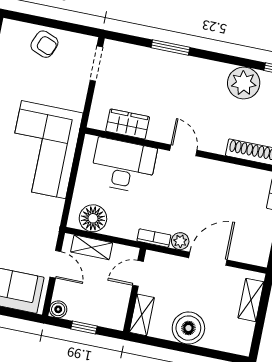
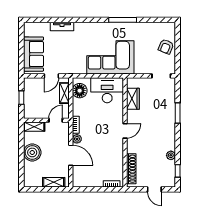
plant: (244, 83) -> (171, 155), width x0.53, depth x0.53
desk: (123, 166) -> (107, 90), moved, turned -90
door: (138, 273) -> (56, 120), hinge flipped
boiler: (58, 309) -> (28, 82), removed

